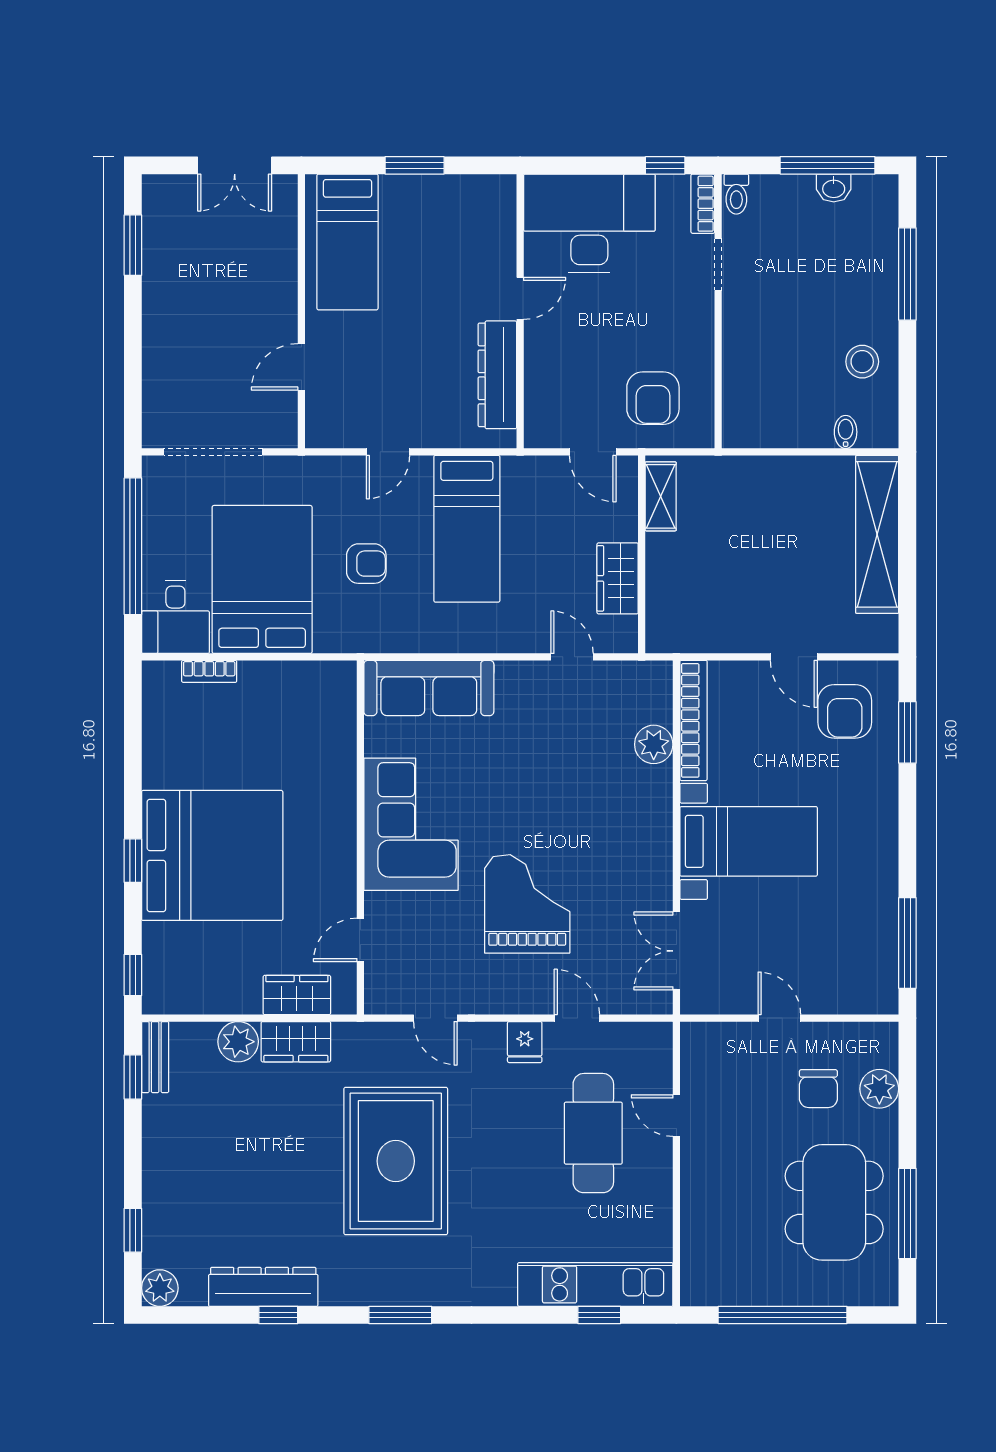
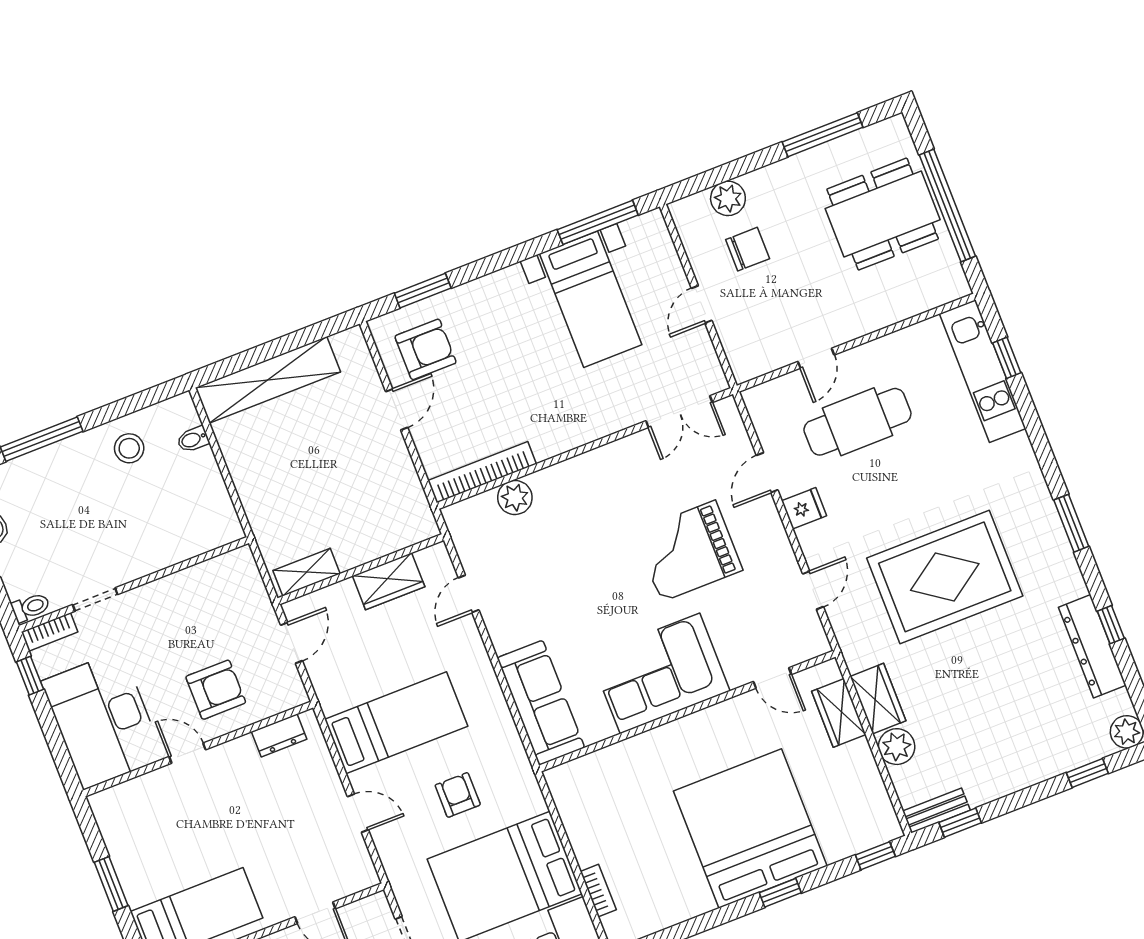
dresser: (497, 375) -> (279, 735), width x0.51, depth x0.80
armchair: (653, 398) -> (216, 690), moved
bed with nightstands: (749, 841) -> (591, 299), moved, turned 180
dining table: (834, 1202) -> (883, 214), moved

